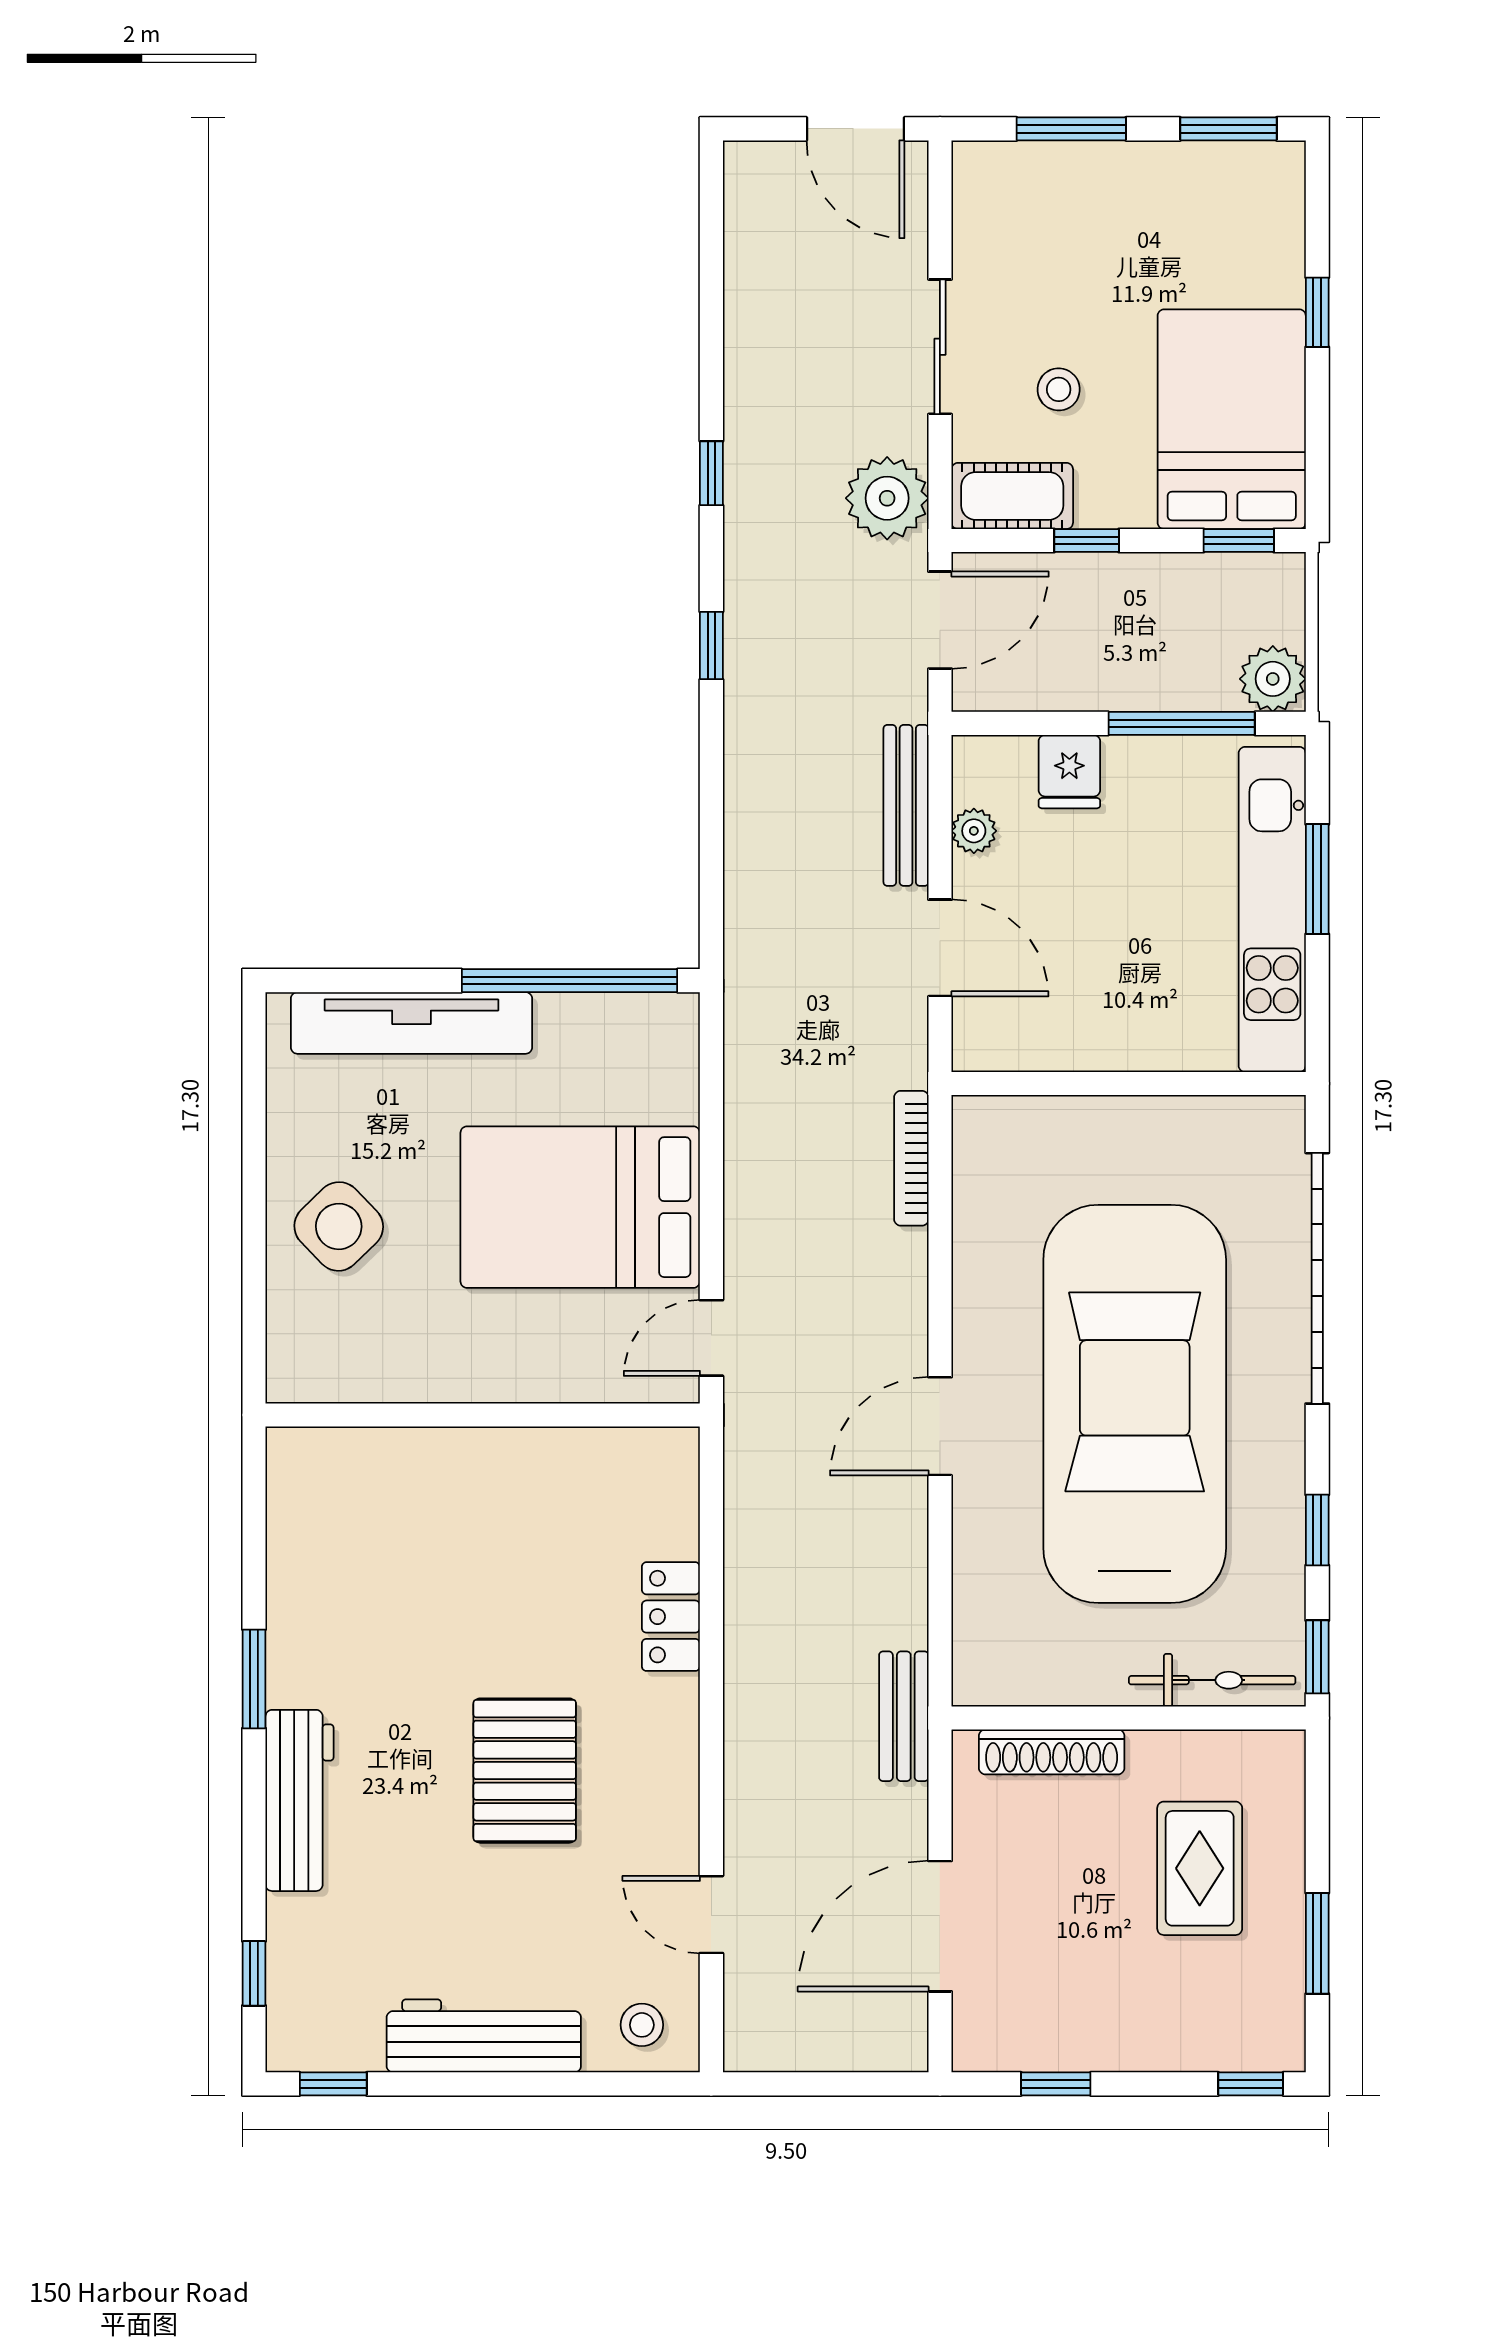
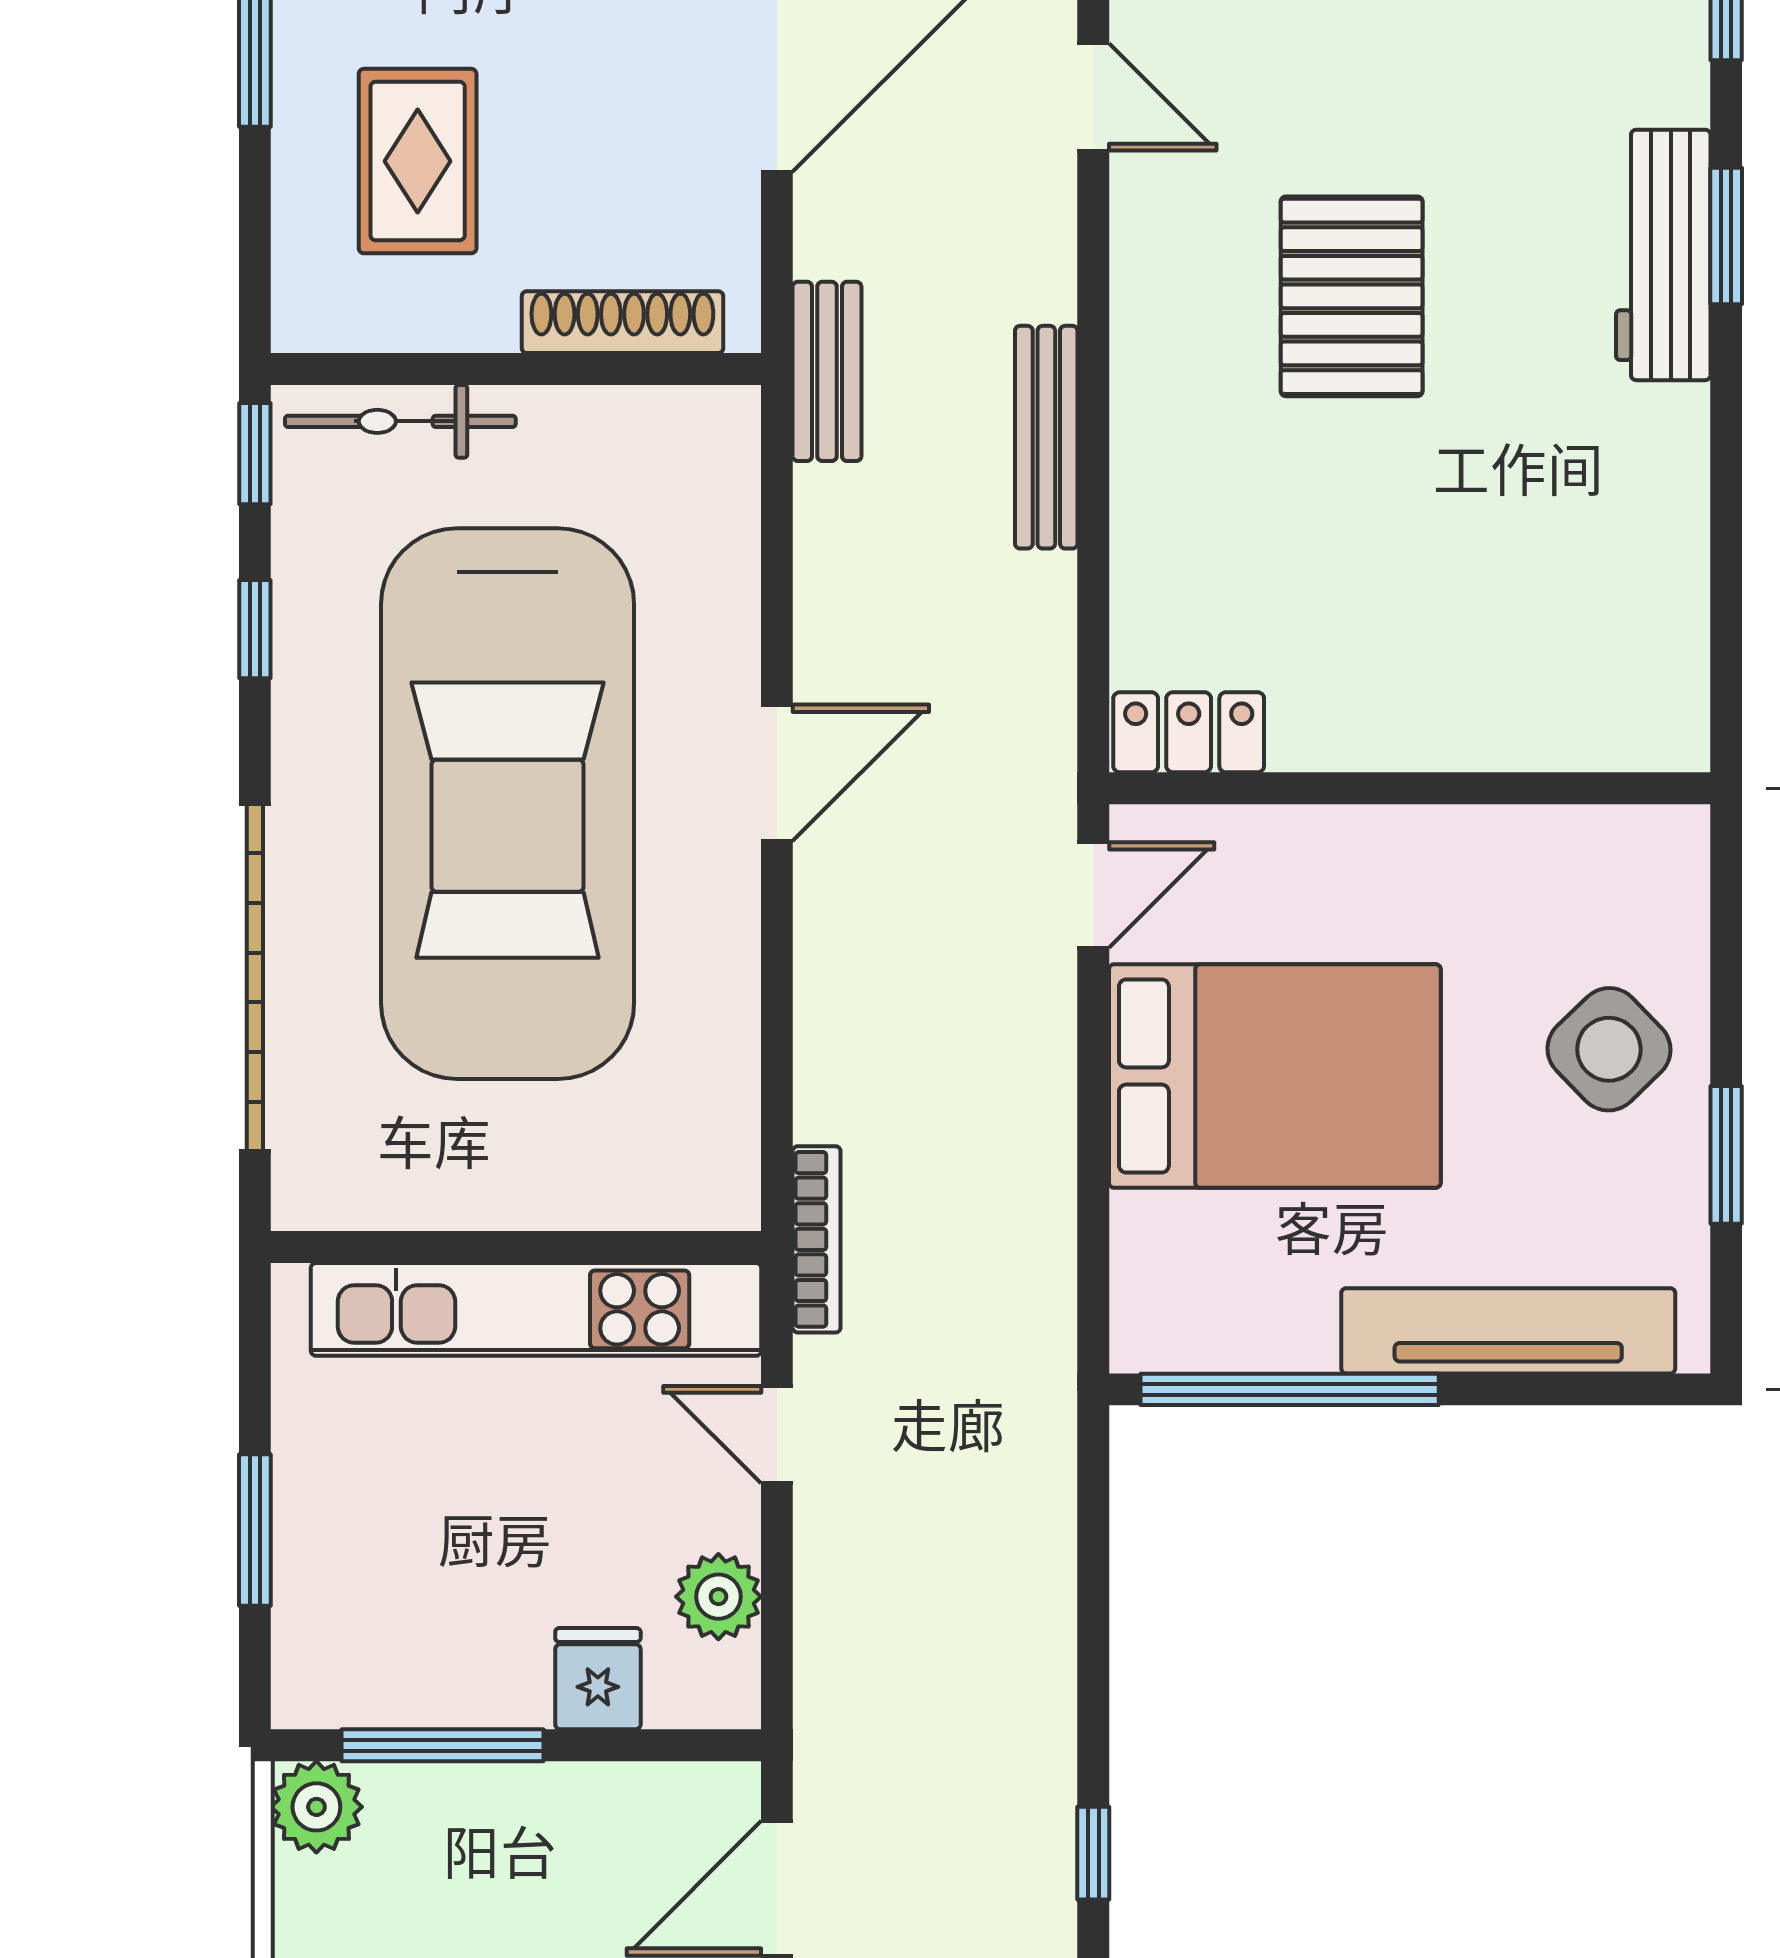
bench: (906, 805) -> (1046, 437), moved
plant: (974, 831) -> (718, 1597), width x1.38, depth x1.38
kitchen unit: (1272, 909) -> (536, 1309), moved, turned 90
door: (940, 948) -> (777, 1435), width x0.73
window: (254, 1150) -> (1726, 1155), added
bookcase: (911, 1158) -> (817, 1239), moved
locker: (671, 1617) -> (1189, 732), moved, turned -90
window: (254, 1679) -> (1726, 236), moved

